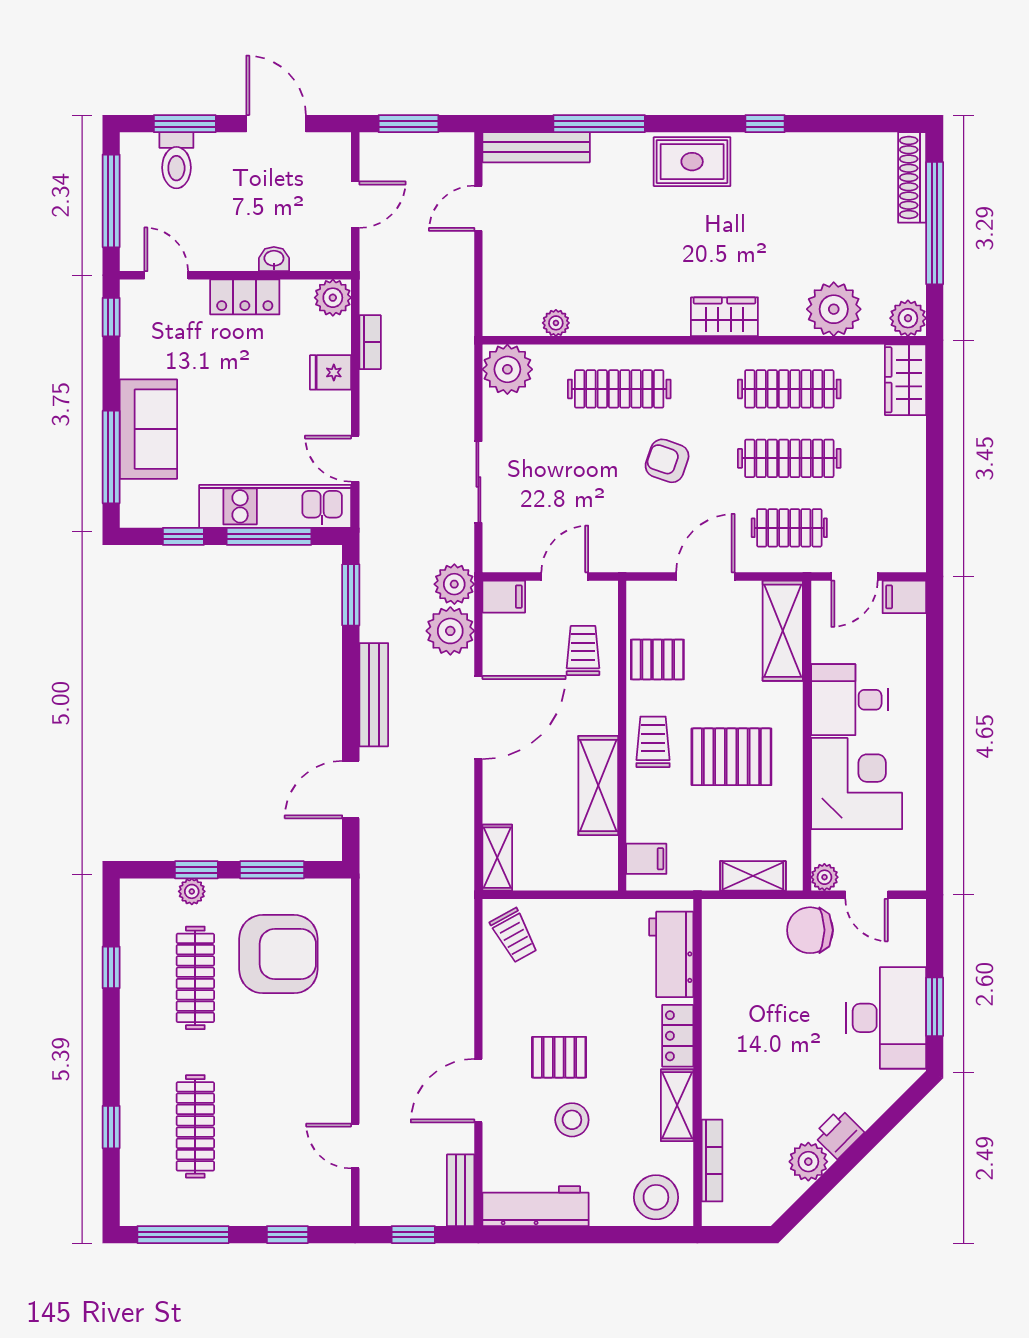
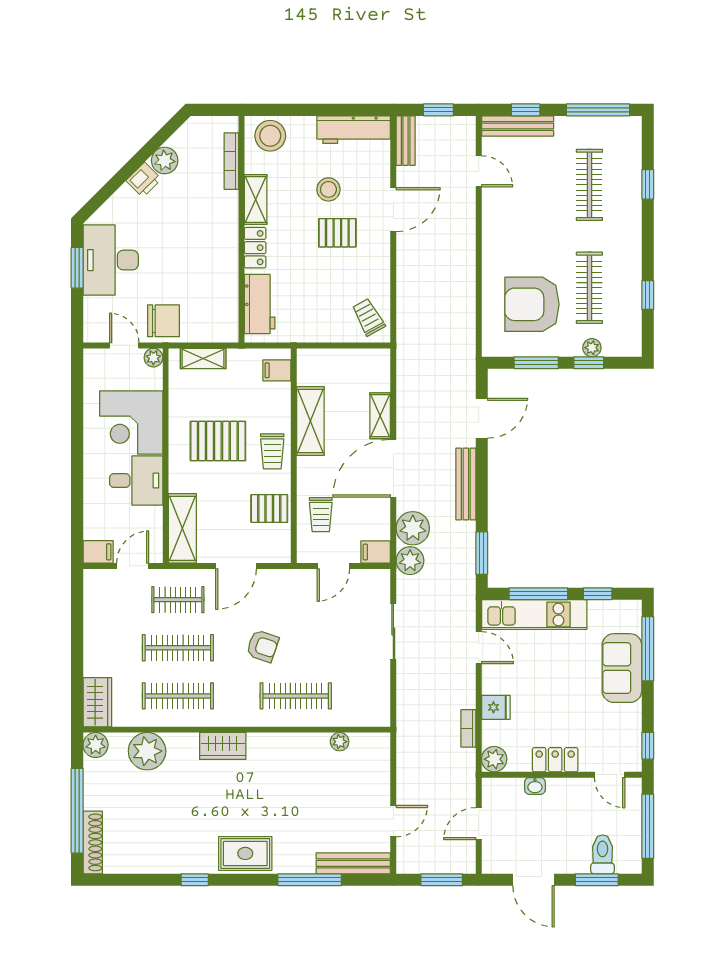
plant: (507, 369) -> (373, 709), removed
shelving: (497, 858) -> (380, 416), moved
bench: (299, 1211) -> (518, 126), added

